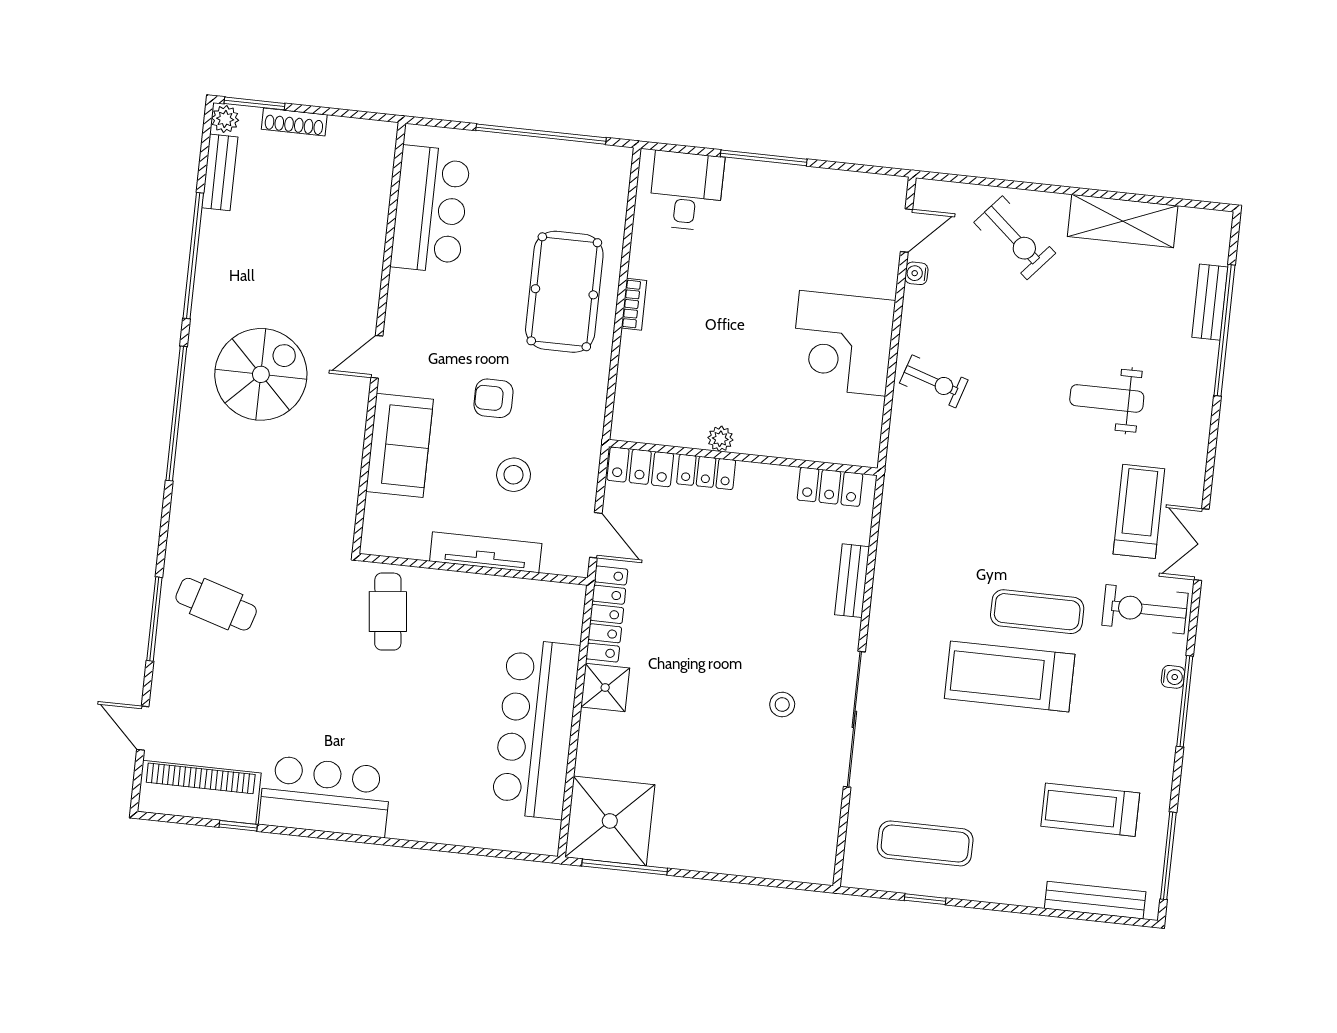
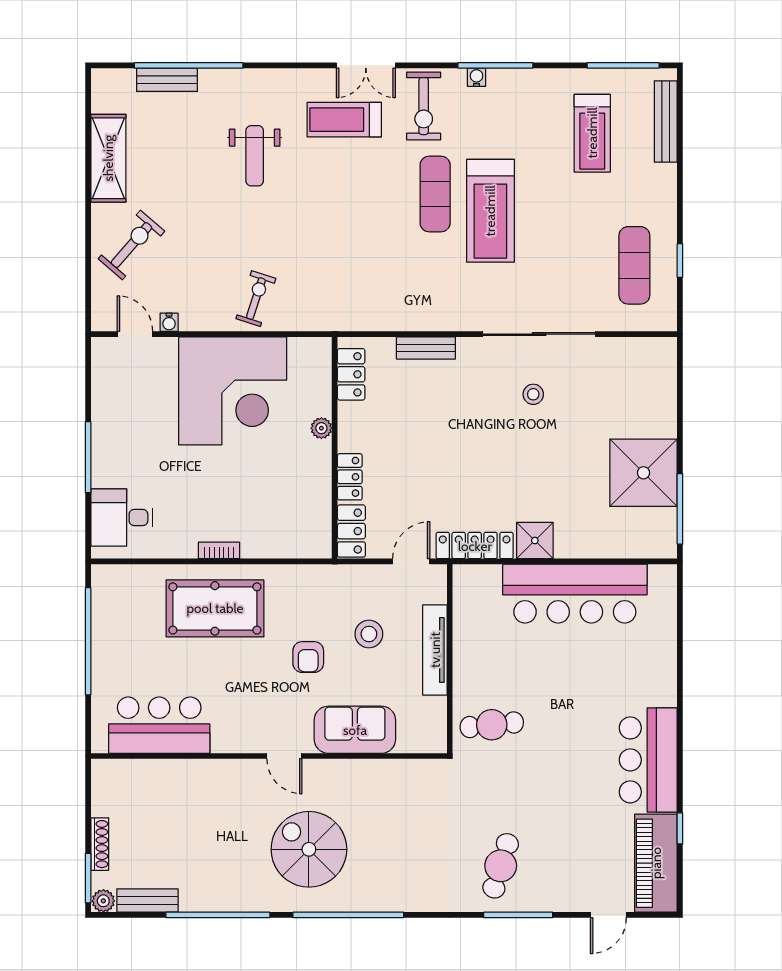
corner desk: (843, 343) -> (233, 391), width x1.36, depth x1.36
plant: (720, 439) -> (321, 428), moved
shower: (610, 821) -> (643, 473), moved

